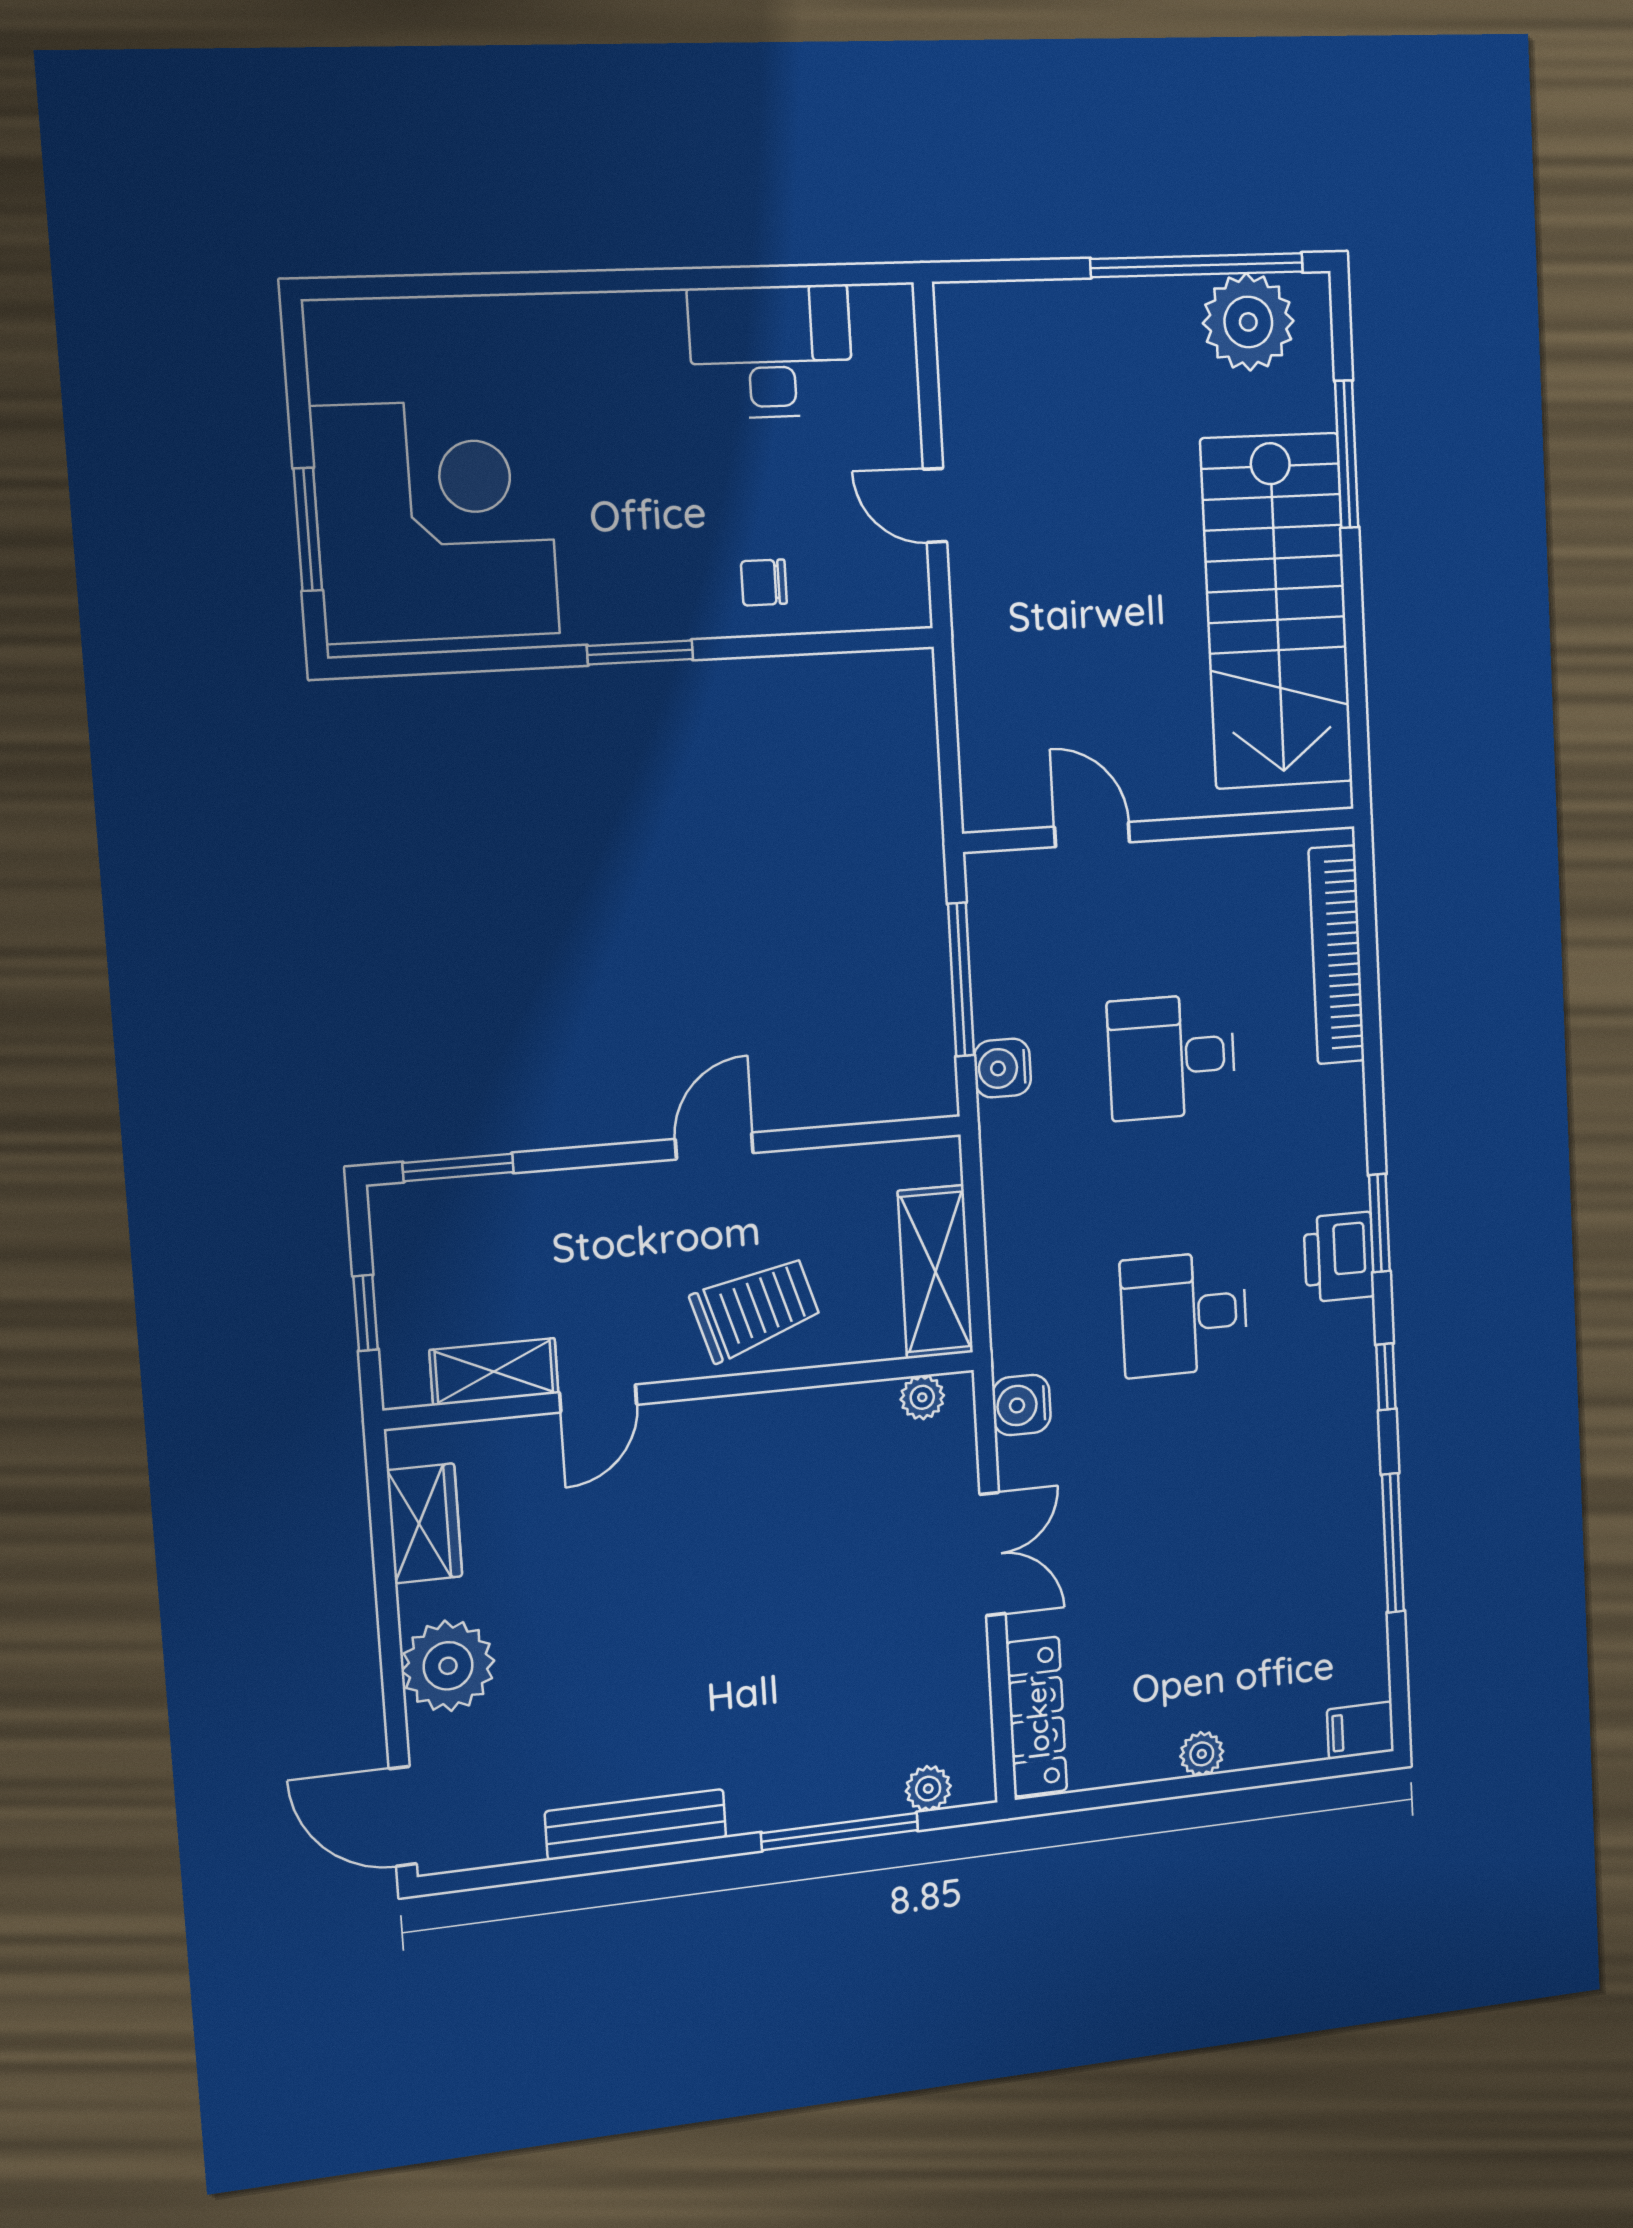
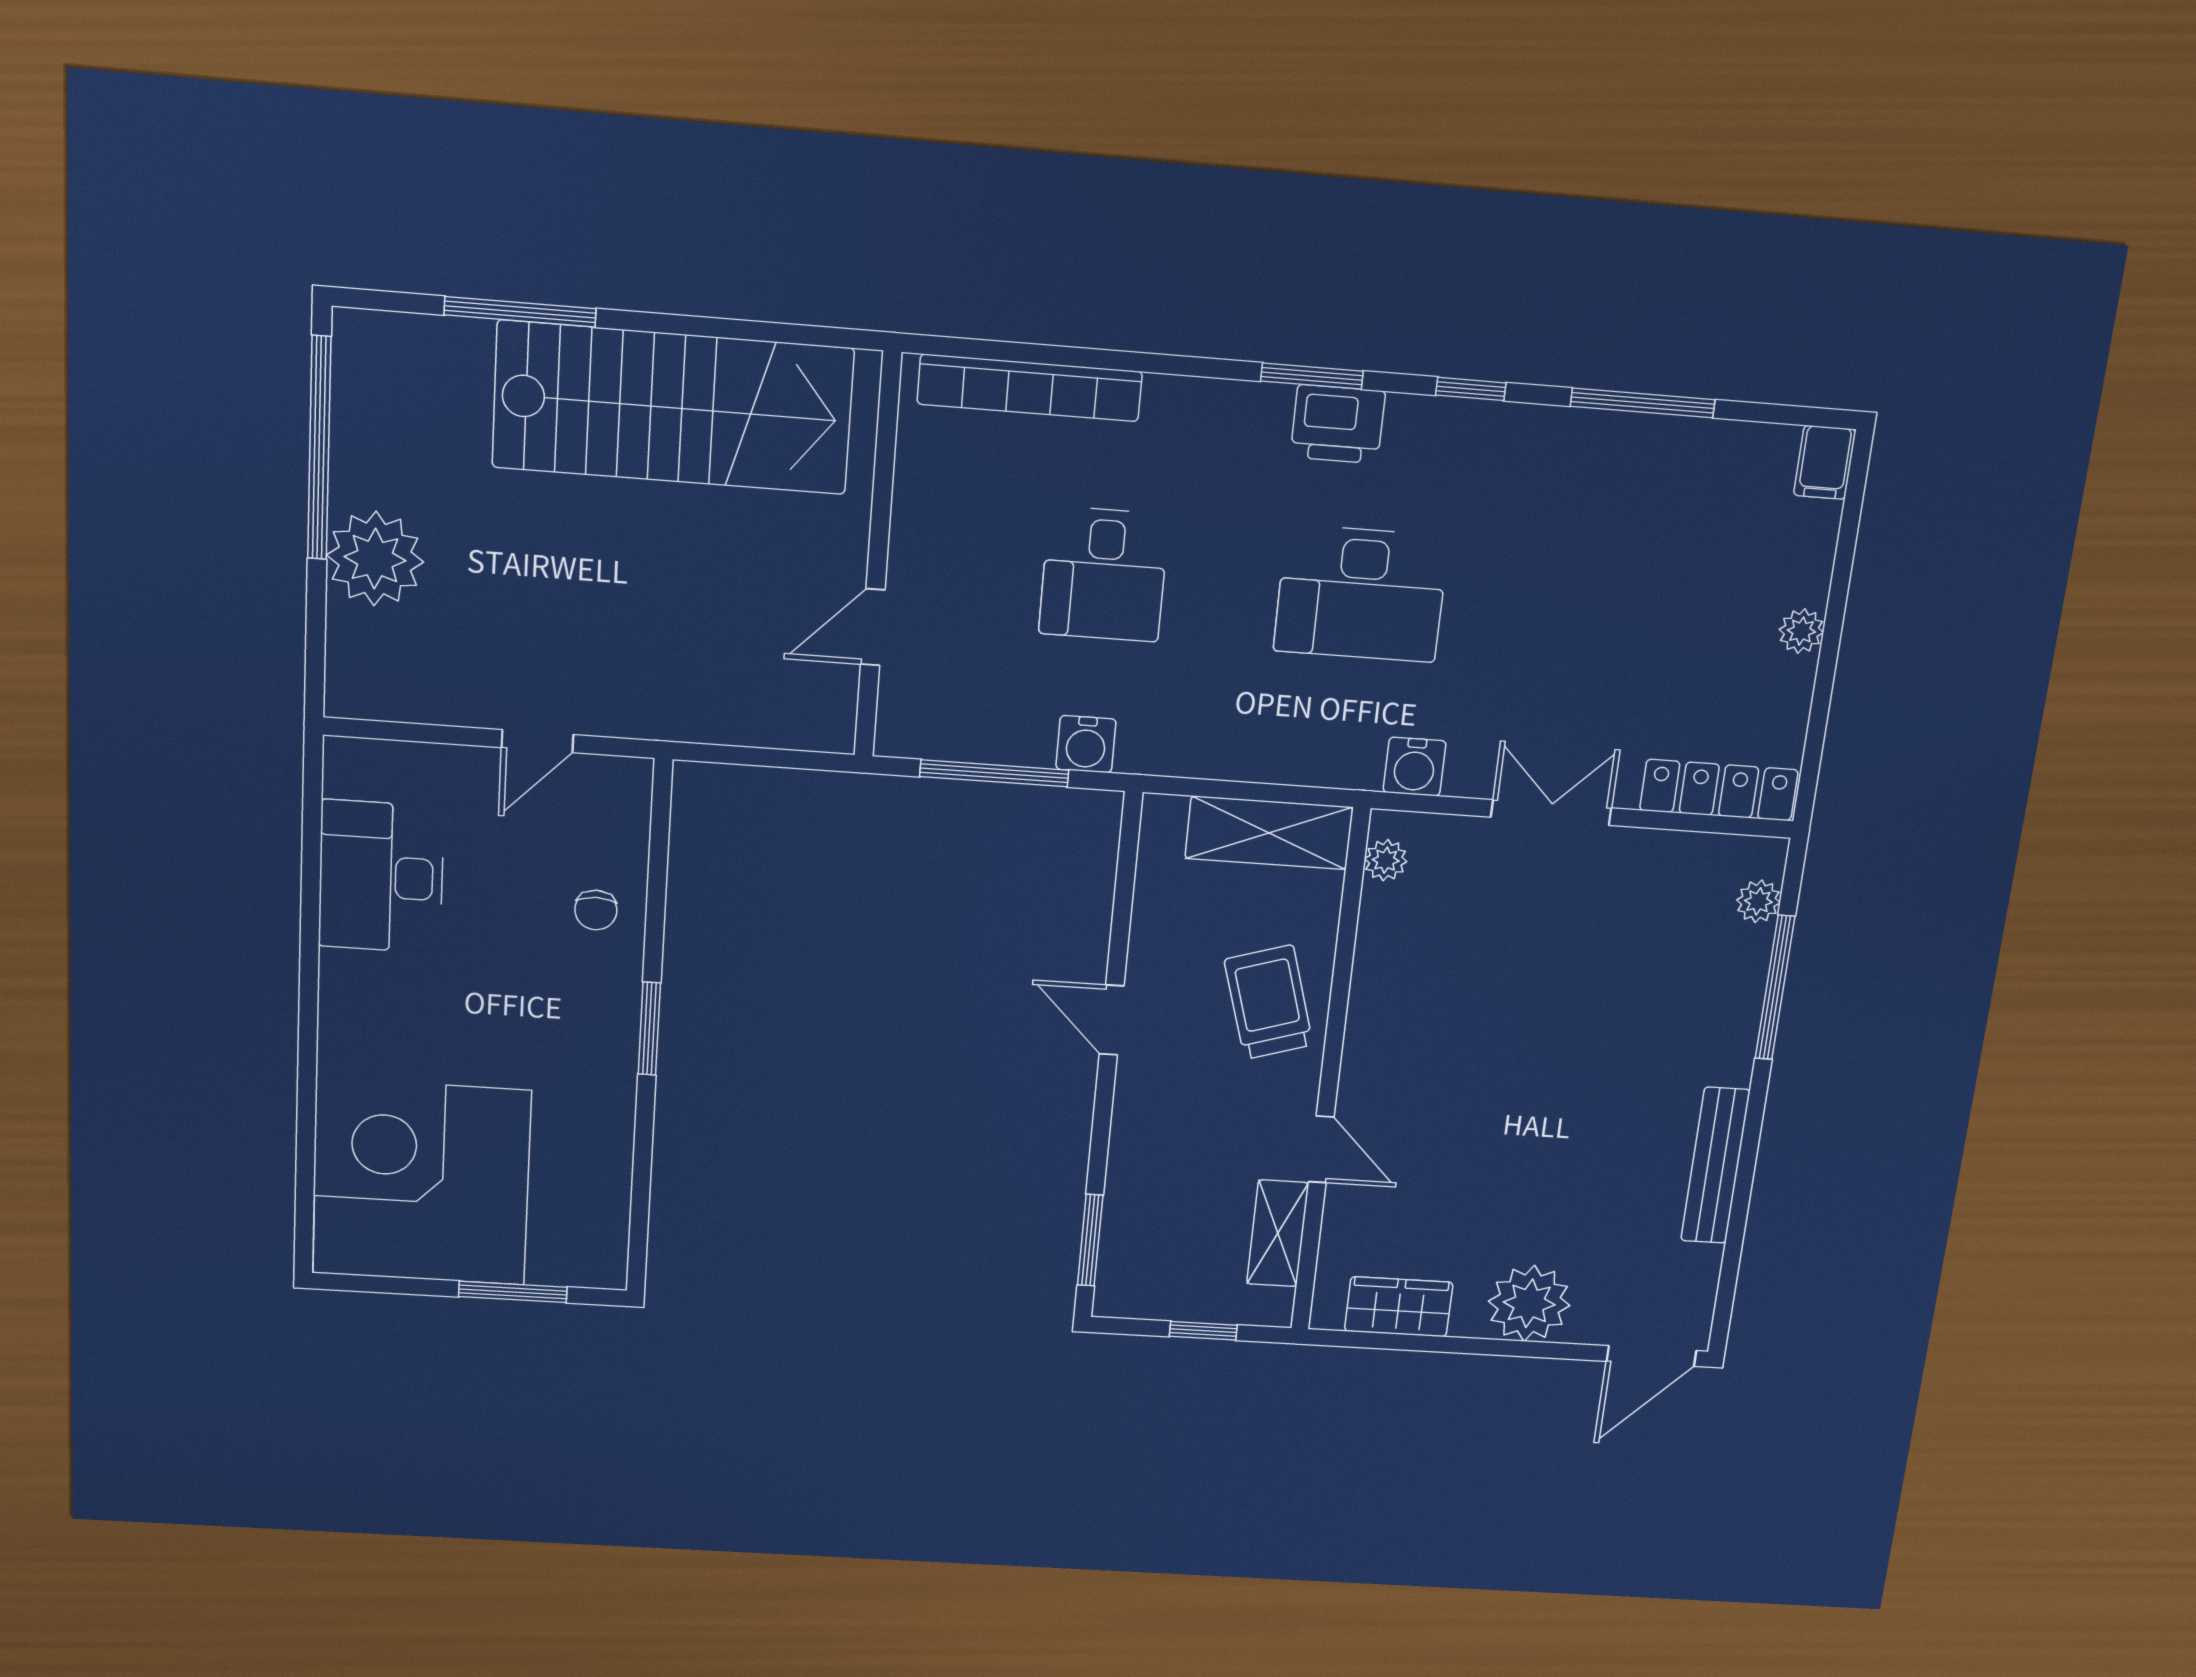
plant: (1248, 322) -> (375, 559), moved
corner desk: (435, 521) -> (422, 1182), moved
desk: (1184, 1314) -> (1361, 594), width x1.37

